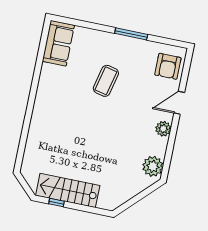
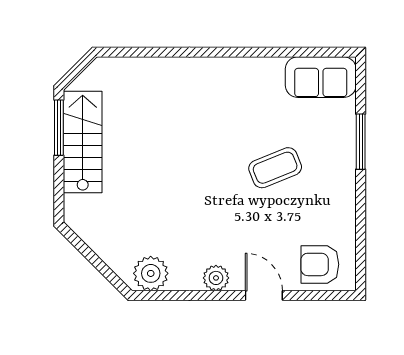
window: (131, 34) -> (361, 142), moved
coffee table: (106, 81) -> (275, 168), turned -35
window: (56, 203) -> (59, 128), width x2.17

